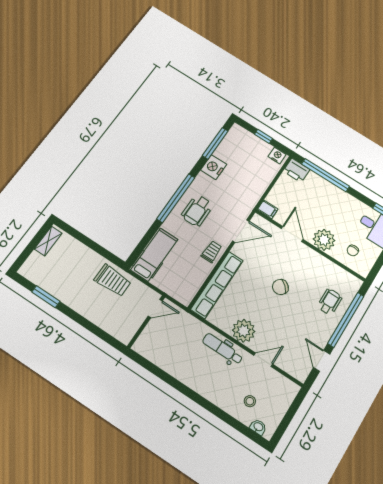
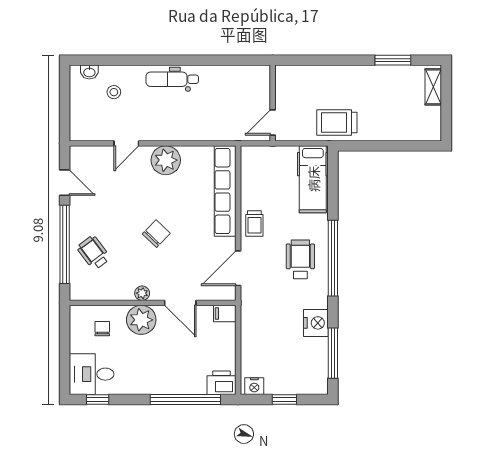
shelving: (48, 241) -> (433, 87), moved
plant: (313, 256) -> (142, 293), added
wheelchair: (330, 302) -> (94, 253), turned 143
dental chair: (223, 349) -> (172, 79), moved, turned 180

